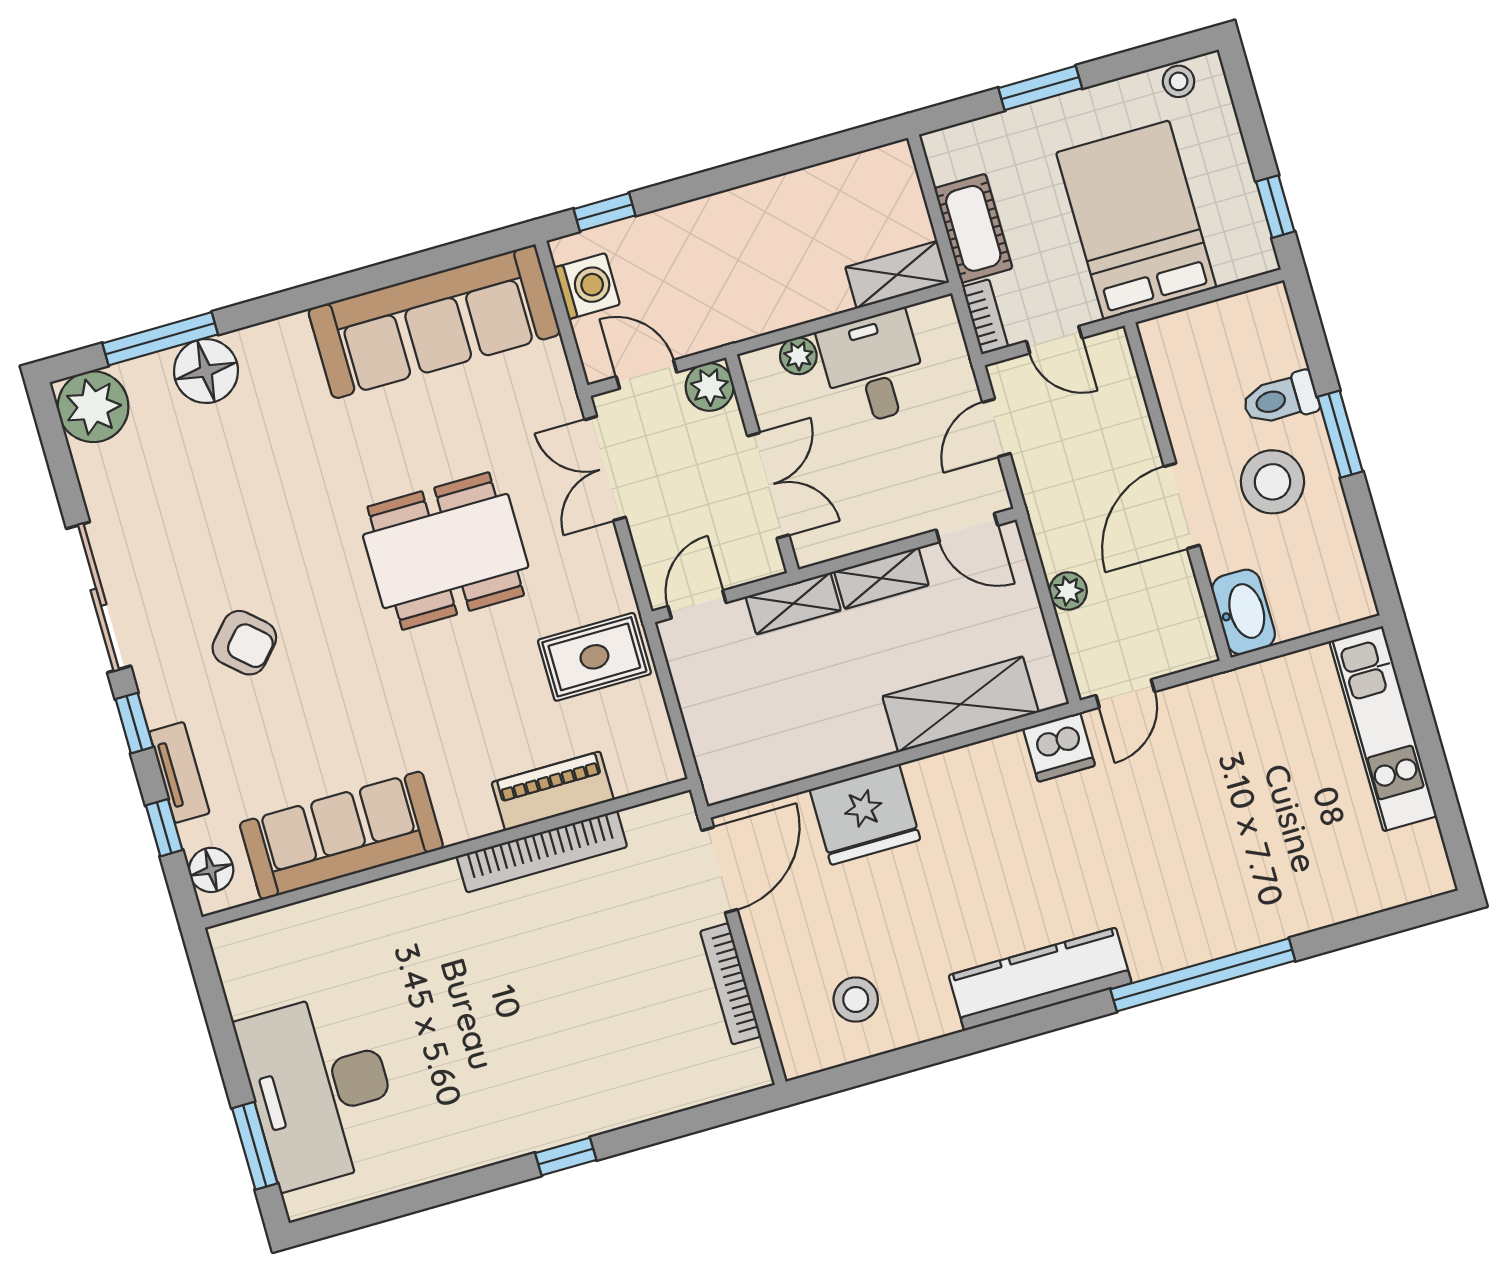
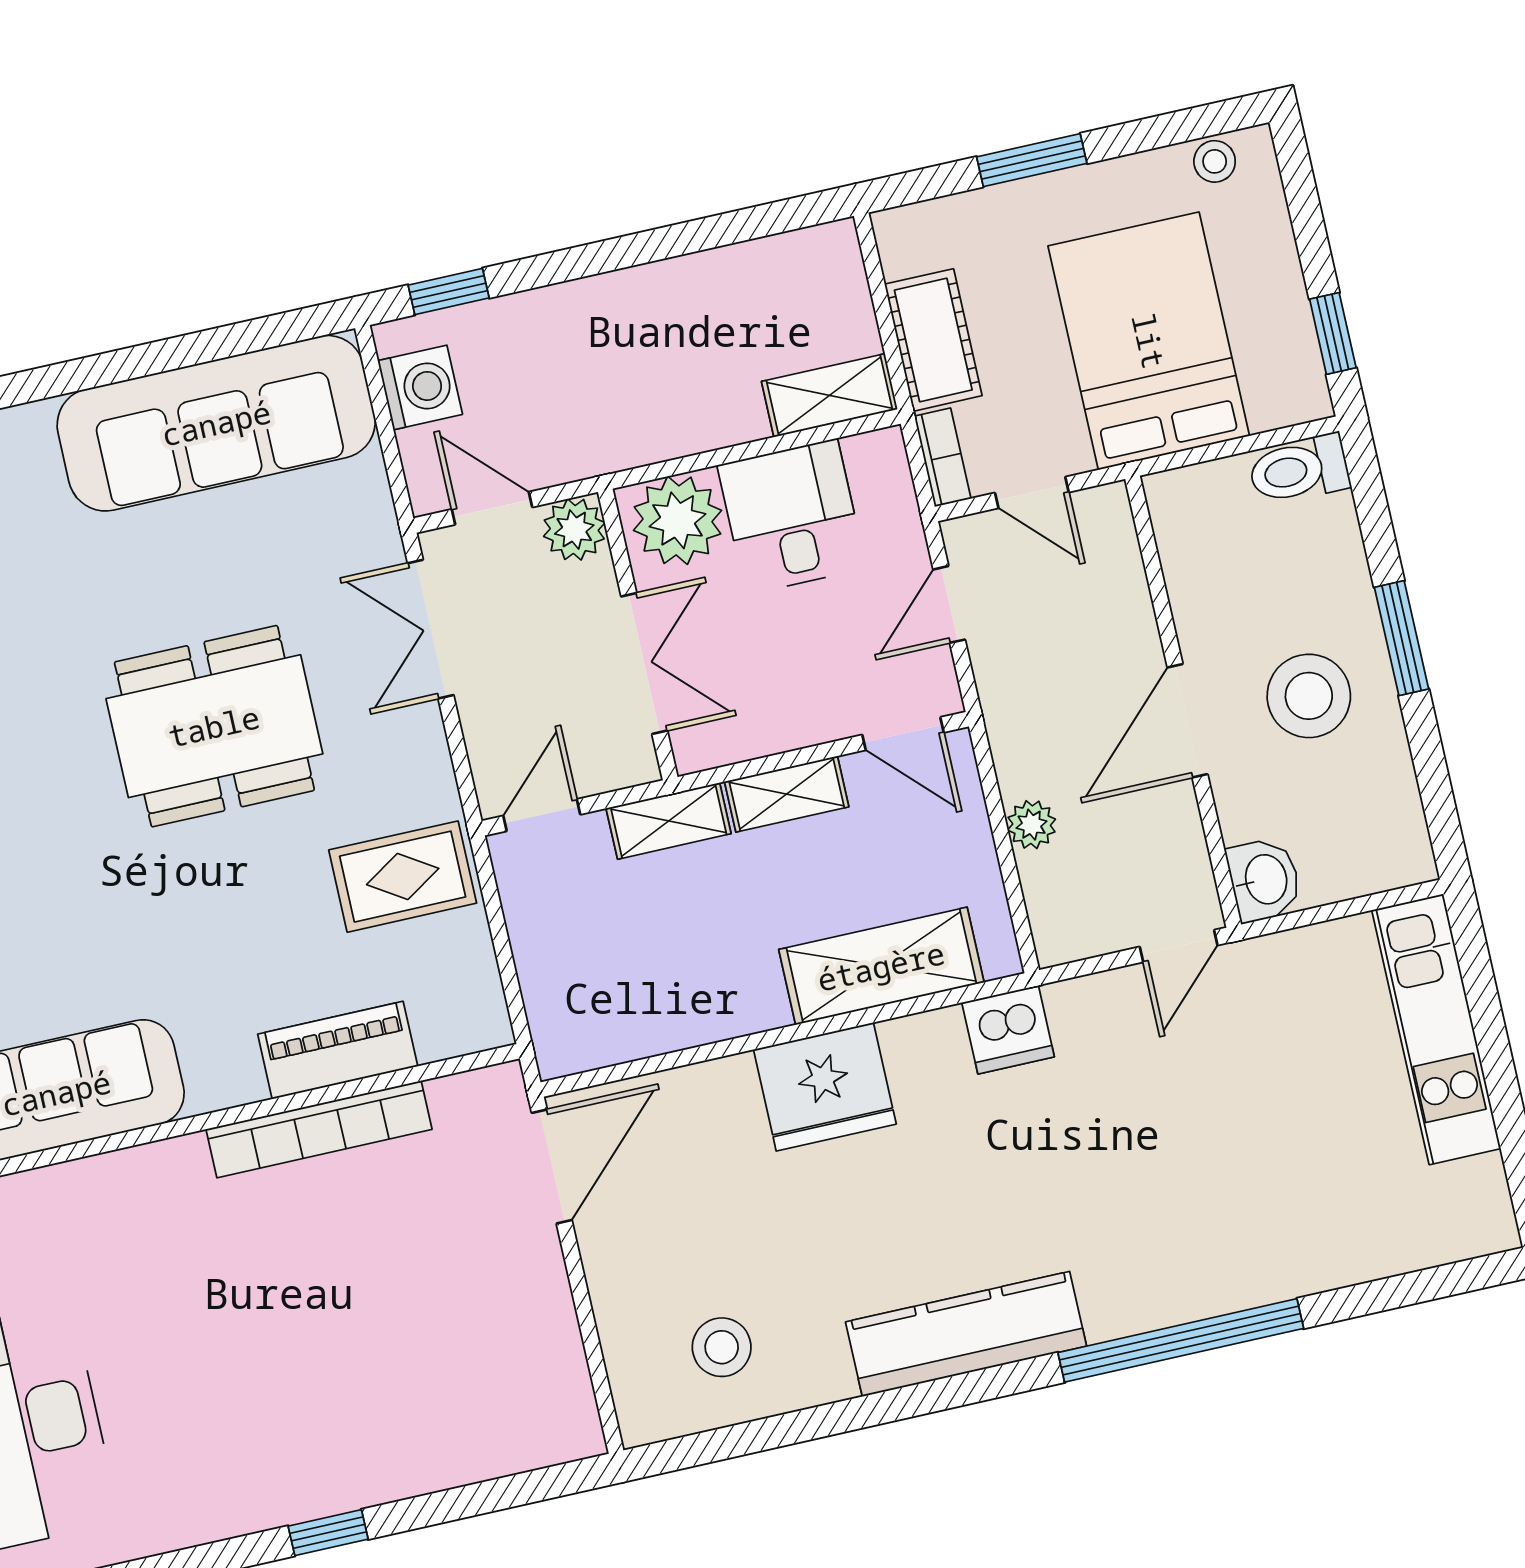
plant: (798, 356) -> (678, 520), width x1.88, depth x1.88
toilet: (1281, 399) -> (1299, 470), moved
washbasin: (1243, 612) -> (1264, 880), width x0.72
door: (1125, 694) -> (1179, 946), moved
fridge: (865, 815) -> (825, 1087), moved
bookcase: (730, 984) -> (558, 1317), removed

